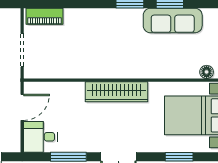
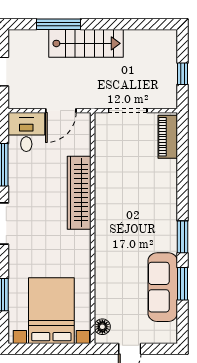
wardrobe: (117, 92) -> (79, 193), moved
door: (22, 107) -> (61, 111), hinge flipped

